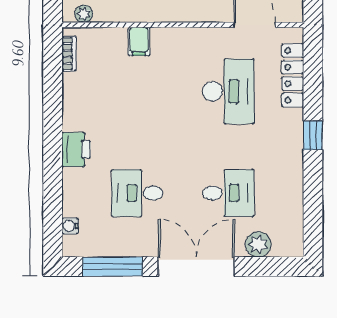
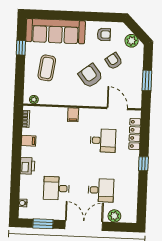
filing cabinet: (139, 41) -> (73, 115), moved
desk: (228, 91) -> (103, 141), width x0.73
filing cabinet: (76, 98) -> (29, 141), added
window: (113, 267) -> (43, 224), width x0.69

